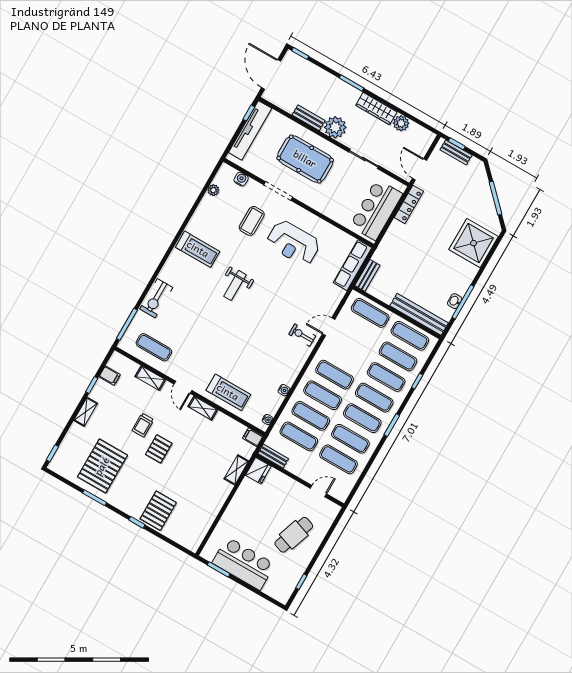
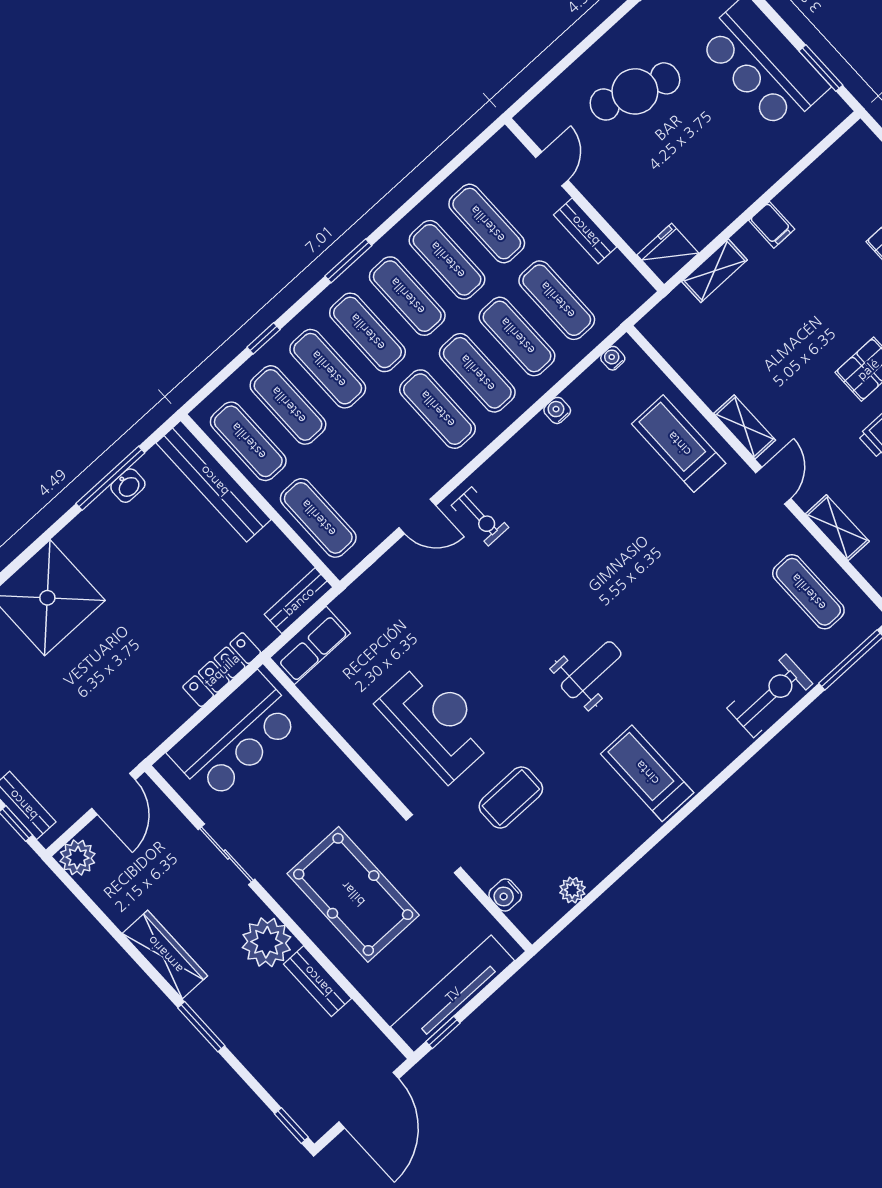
plant: (401, 123) -> (77, 858), moved
locker: (409, 204) -> (222, 670), moved
row of seats: (352, 265) -> (310, 645), width x0.68
filing cabinet: (253, 437) -> (772, 225), moved
bench: (273, 456) -> (585, 231), moved
door: (318, 491) -> (552, 169), swing flipped

